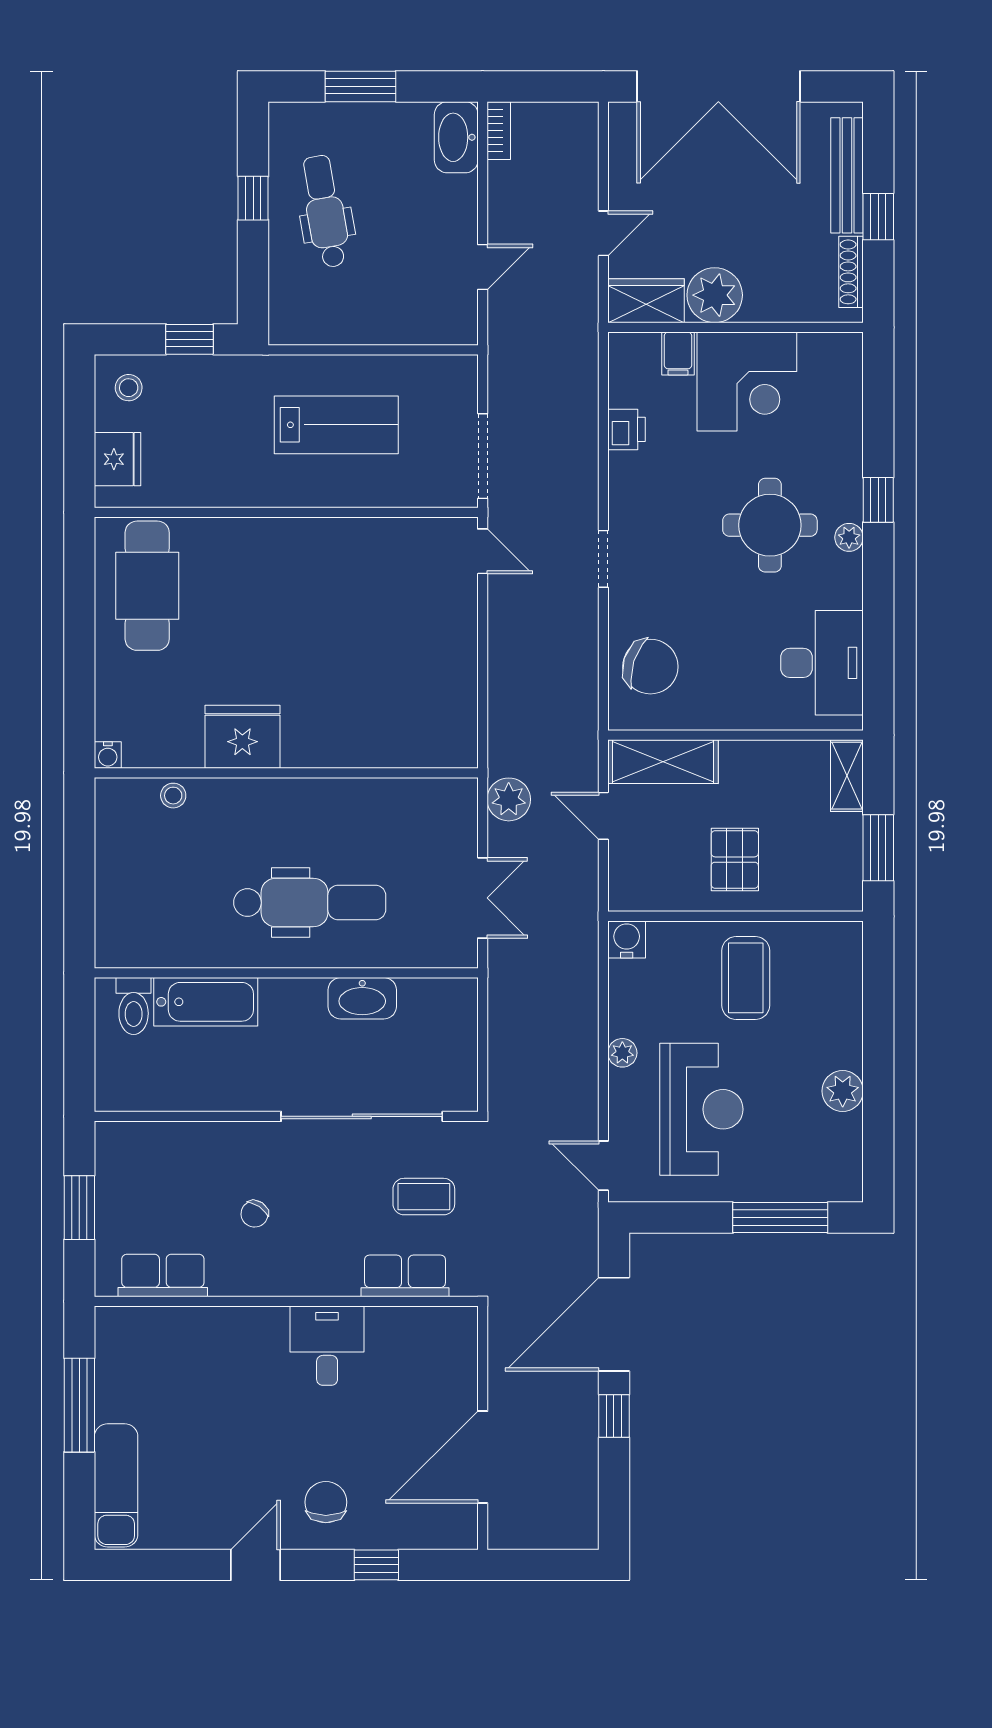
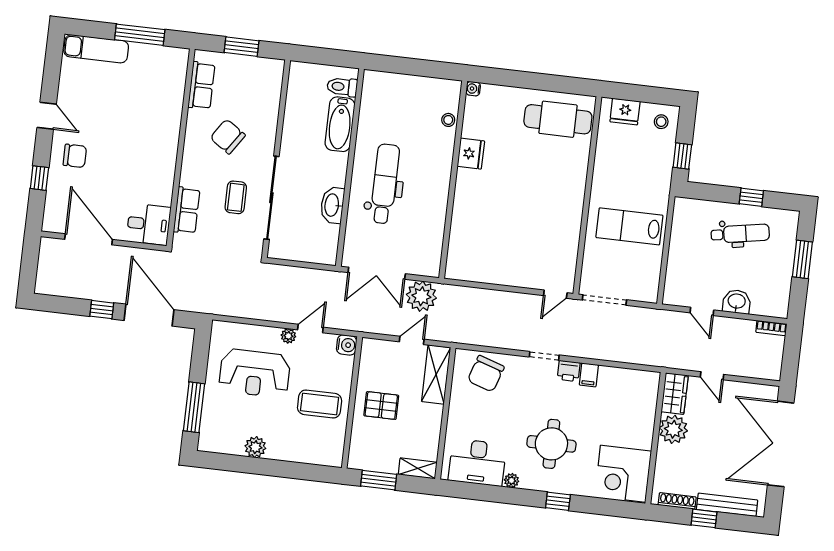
washbasin: (456, 137) -> (737, 302), moved, width x0.72
filing cabinet: (678, 353) -> (589, 375), moved, turned -90
corner desk: (747, 382) -> (623, 474), moved
lab bench: (336, 425) -> (629, 226), turned 90
printer: (626, 429) -> (569, 371), moved
plant: (849, 537) -> (512, 481), moved
fridge: (242, 737) -> (471, 154), width x0.73, depth x0.75
plant: (509, 799) -> (421, 296), width x1.36, depth x1.36
double door: (483, 898) -> (377, 273), width x1.37
dental chair: (310, 903) -> (385, 184), turned 180
door: (603, 1166) -> (310, 329), moved
coffee table: (424, 1197) -> (236, 197), moved
chair: (255, 1214) -> (228, 137), width x1.87, depth x1.87
desk: (327, 1346) -> (149, 224), moved

